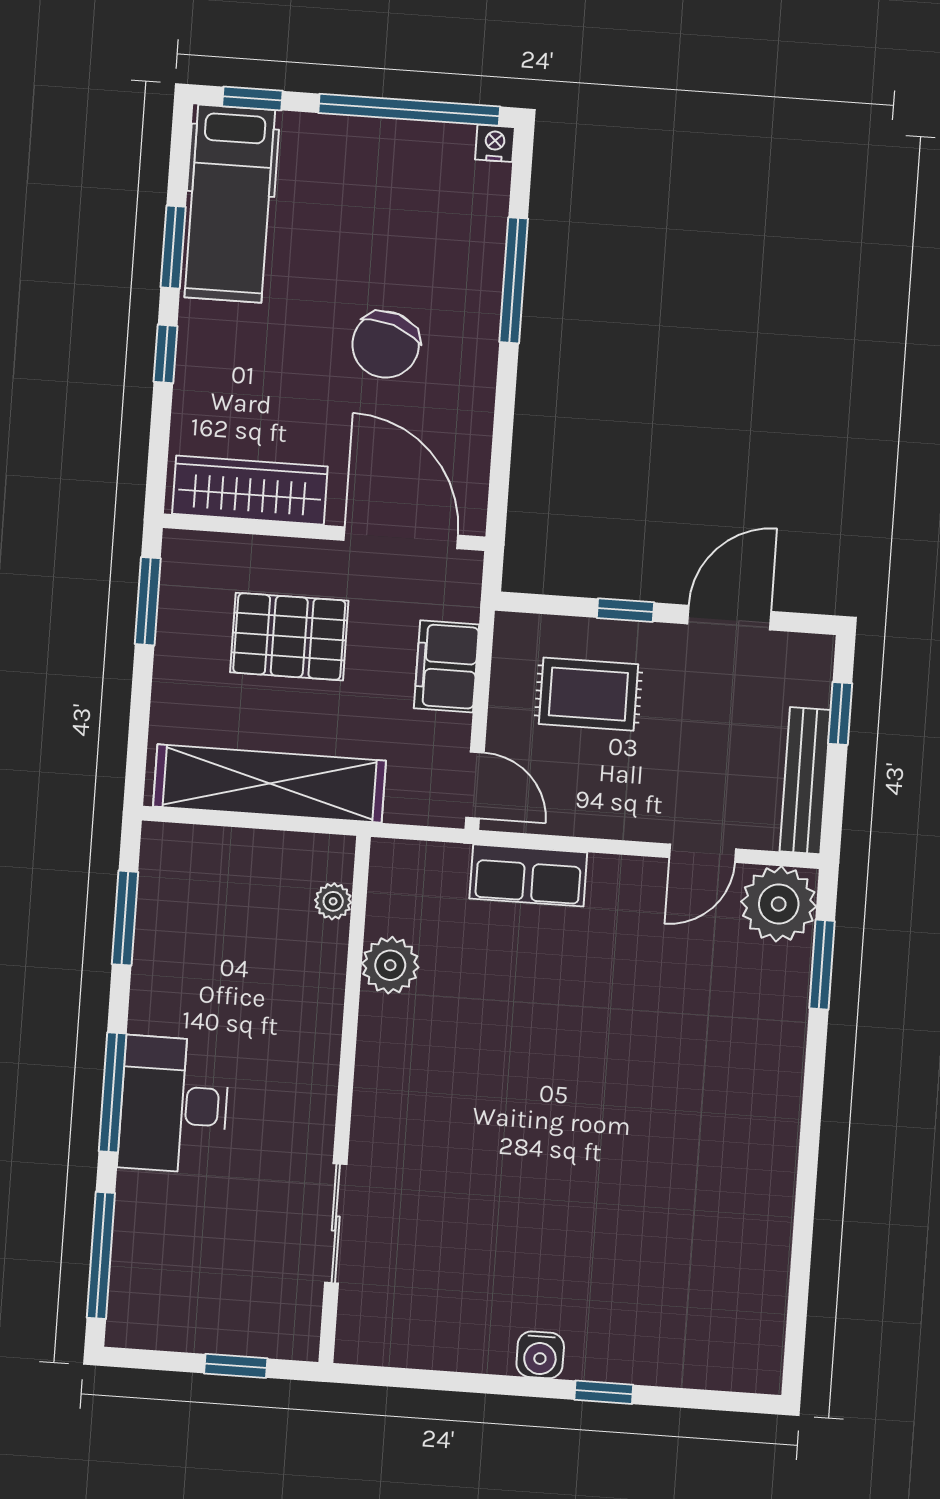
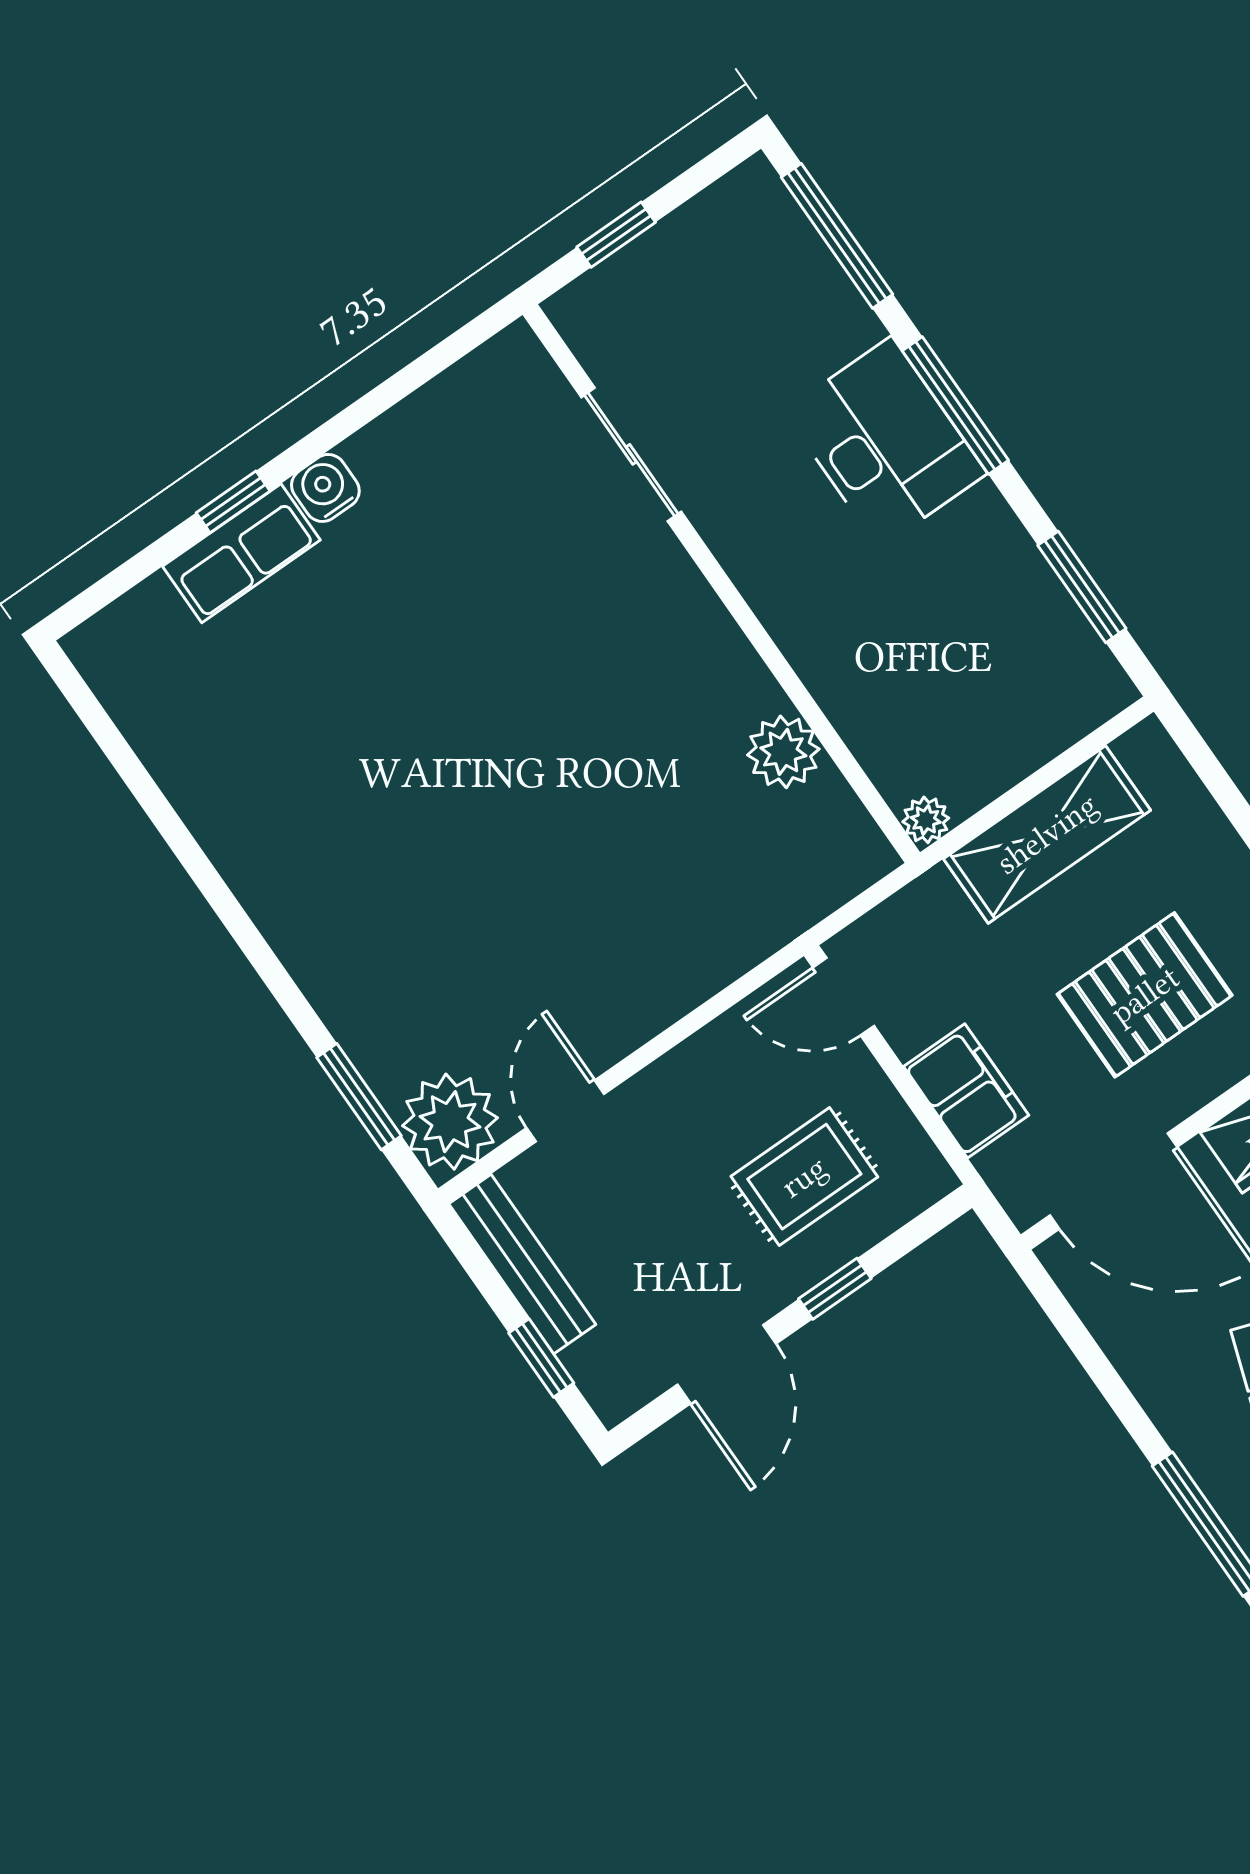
shelving: (270, 784) -> (1047, 834), width x0.68
row of seats: (528, 875) -> (241, 553), moved, turned 180
plant: (333, 901) -> (926, 820), moved

